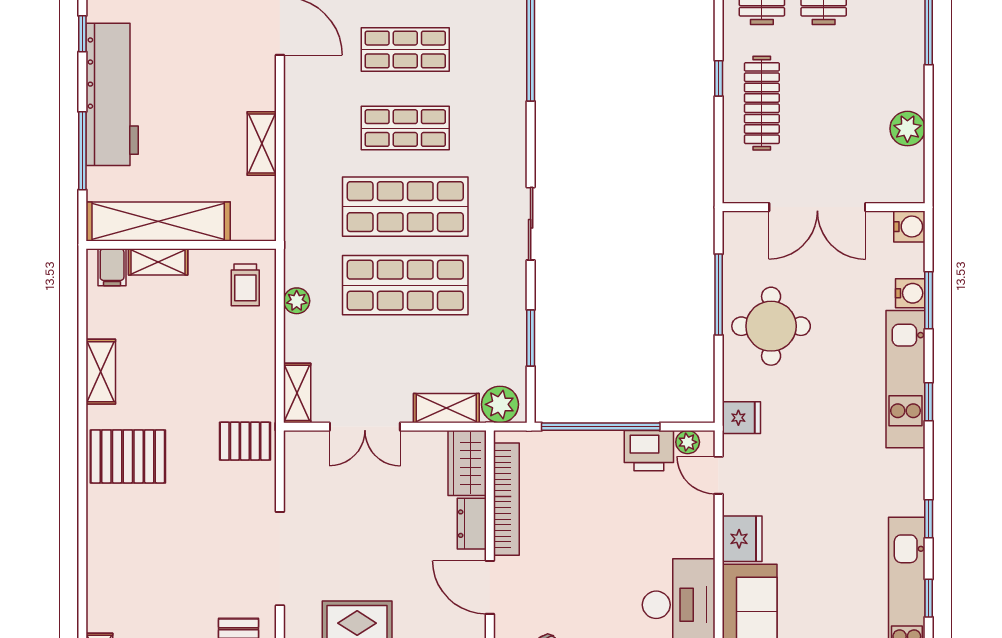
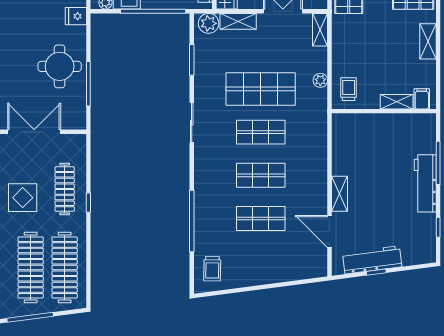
display table: (838, 88) -> (23, 198), added
workbench: (112, 94) -> (425, 183), width x0.73, depth x0.76
shelving: (262, 143) -> (340, 194), moved
shop shelf: (405, 207) -> (261, 132), width x0.70, depth x0.74
shelving: (158, 221) -> (396, 124), removed

